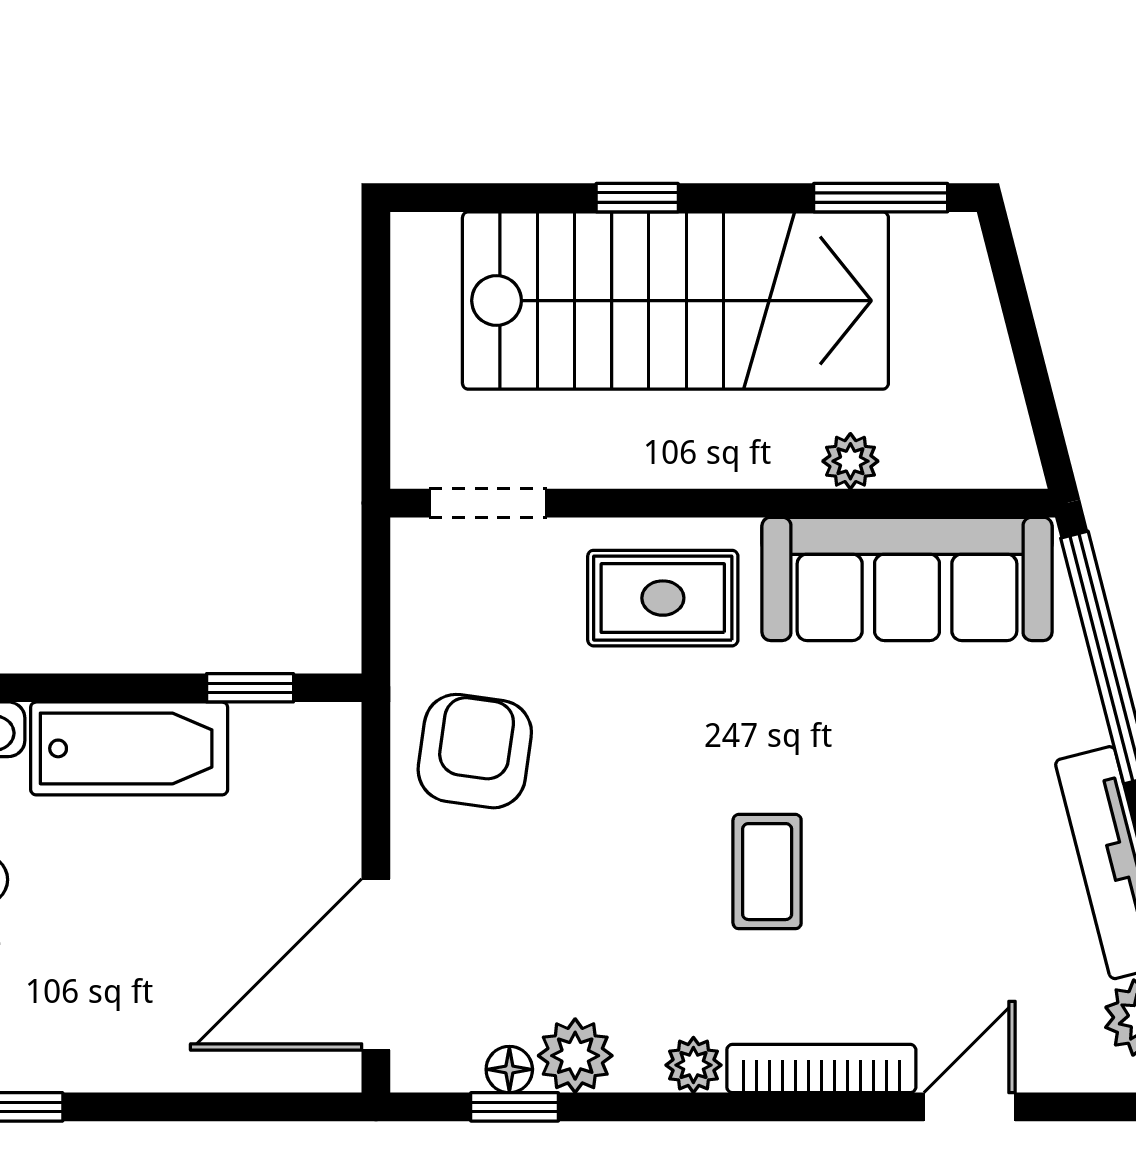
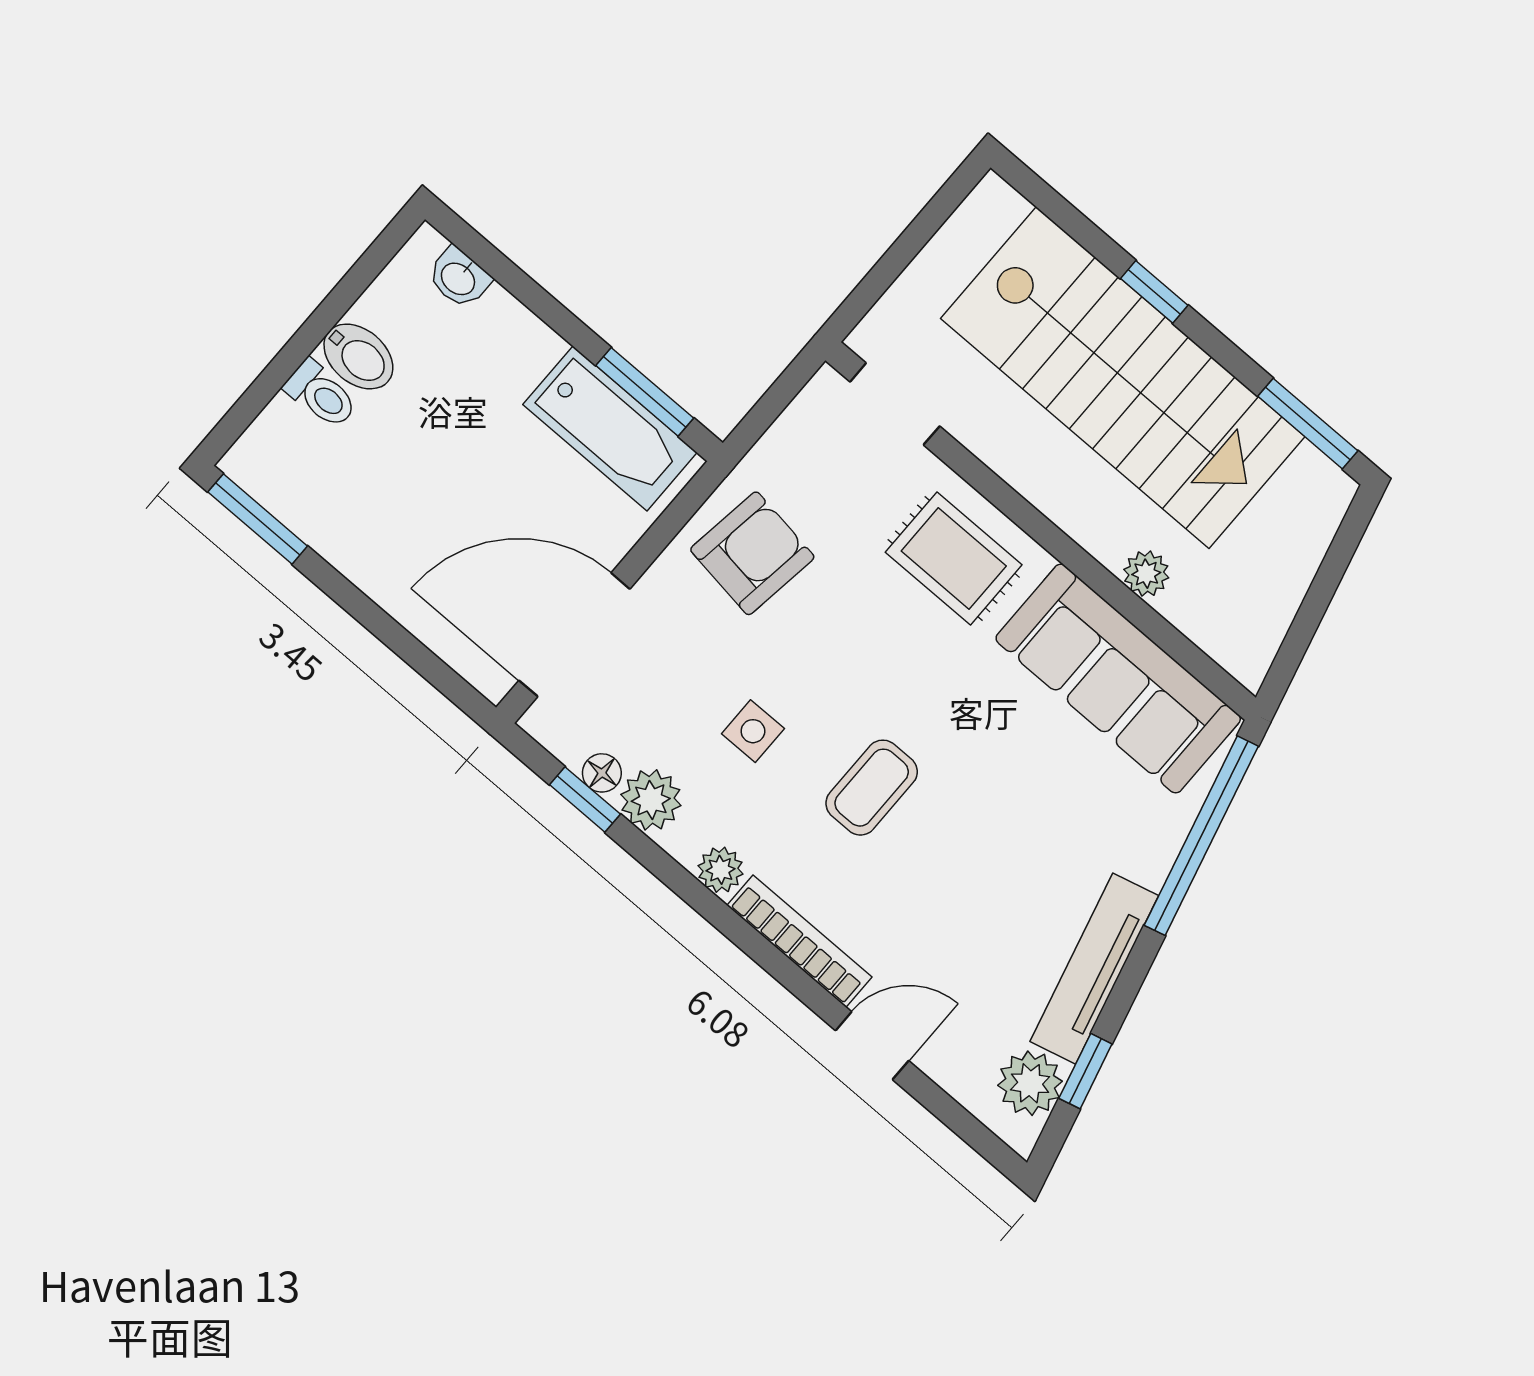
window: (250, 688) -> (645, 392), width x1.50
bathtub: (129, 748) -> (610, 428), moved
side table: (615, 913) -> (753, 731), added

